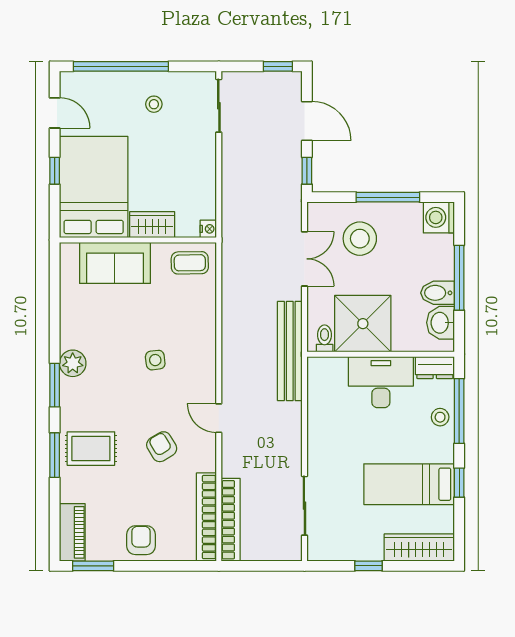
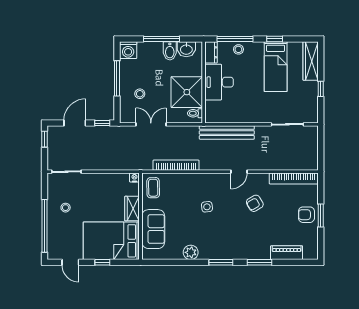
door: (55, 113) -> (70, 262), swing flipped
stool: (360, 239) -> (140, 94), width x0.53, depth x0.53
bench: (290, 351) -> (227, 132), moved
plant: (73, 363) -> (191, 252), moved
rug: (91, 449) -> (256, 242), removed
bookcase: (231, 520) -> (176, 165), moved
piano: (72, 532) -> (287, 253), moved
window: (93, 566) -> (321, 216), moved

